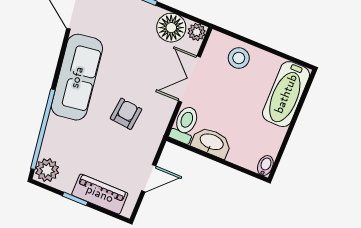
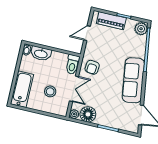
stool: (239, 58) -> (50, 91), moved
armchair: (126, 114) -> (92, 67), moved
washbasin: (211, 142) -> (41, 54), moved

